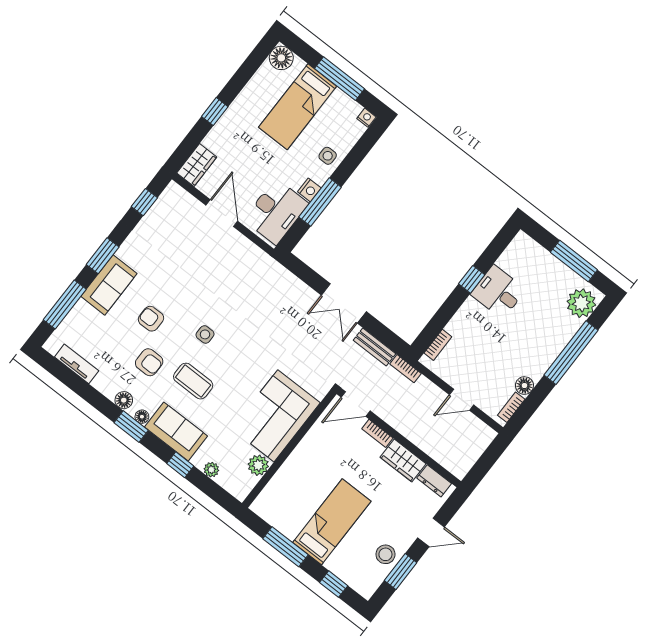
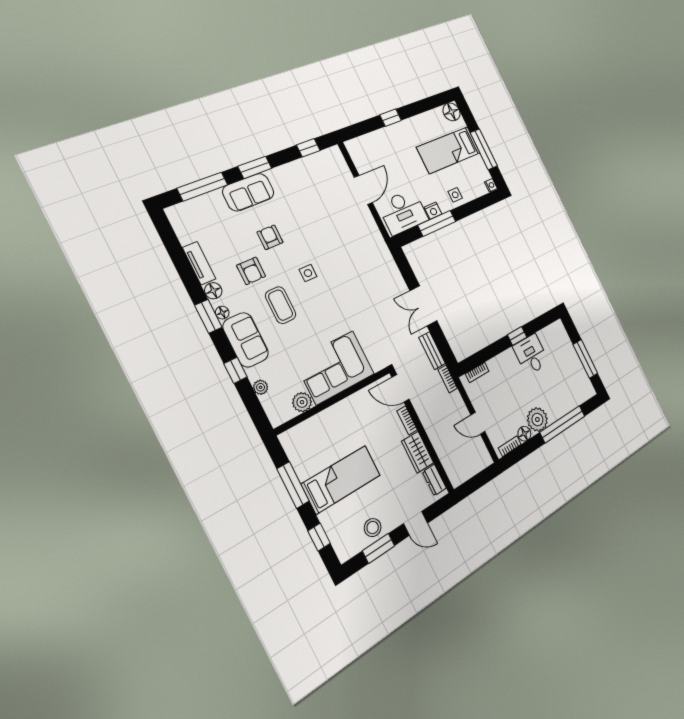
wardrobe: (197, 165) -> (361, 145), removed
plant: (581, 303) -> (537, 419), moved
tv unit: (77, 364) -> (199, 263), moved

